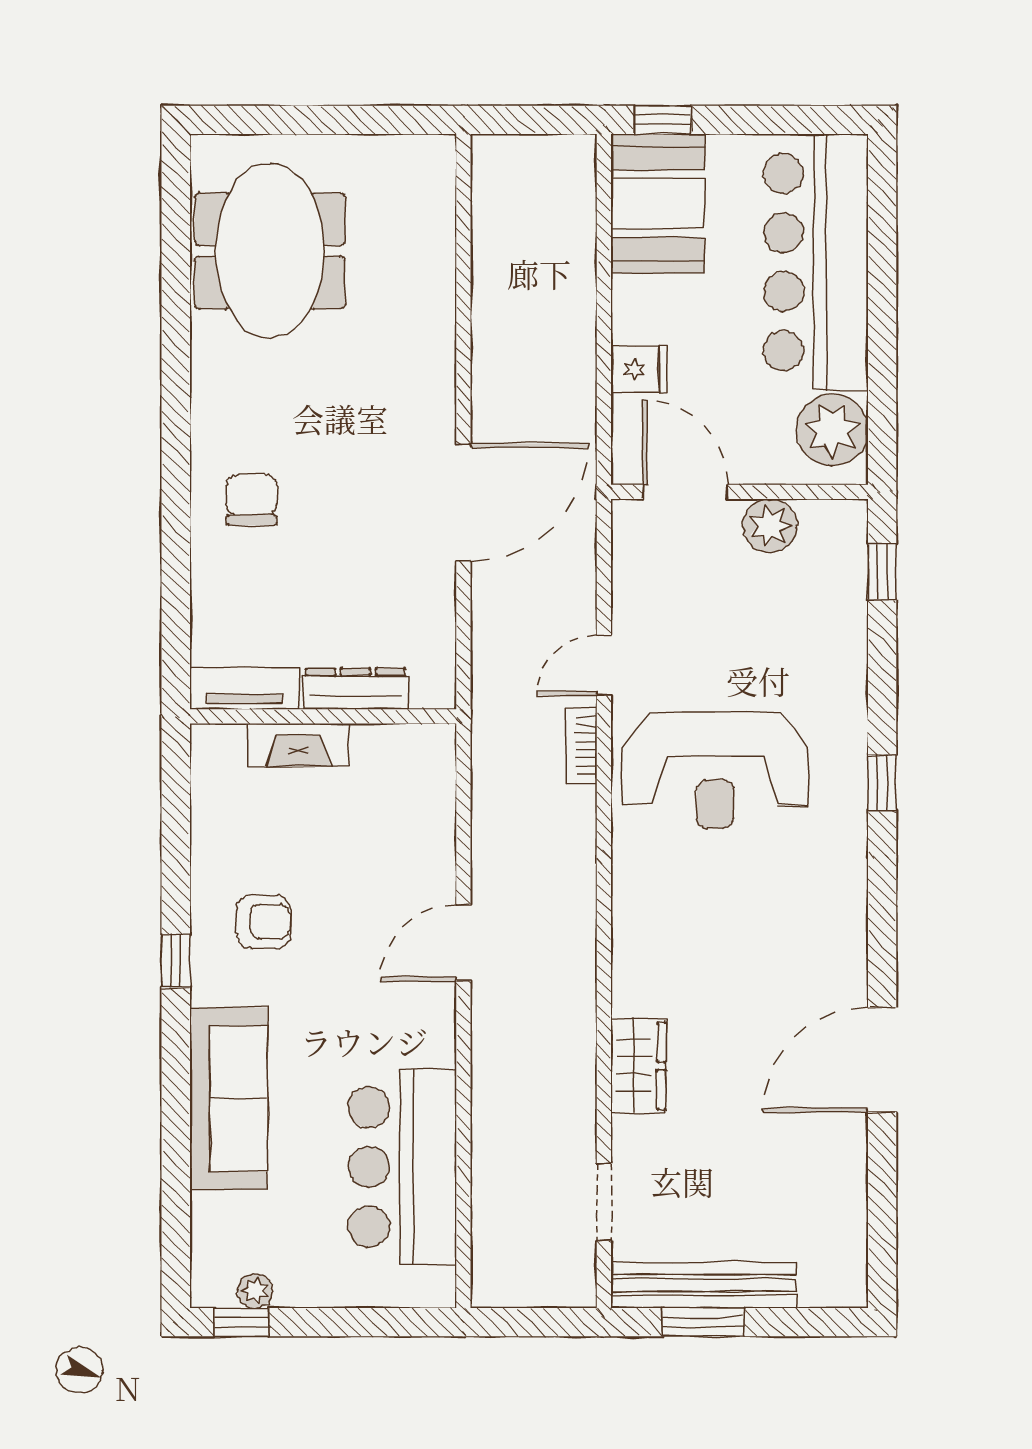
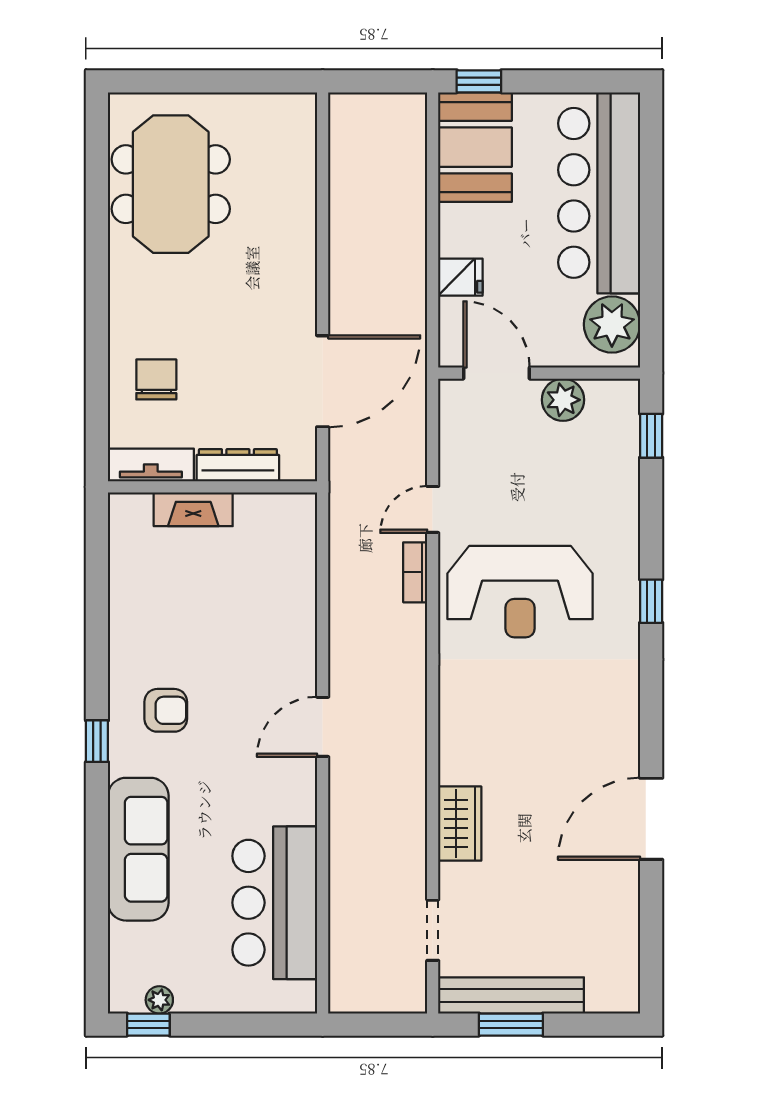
tv unit: (245, 688) -> (151, 465), moved
dresser: (356, 689) -> (238, 465), moved
wall: (323, 716) -> (213, 487), moved
fireplace: (299, 745) -> (193, 509), moved

